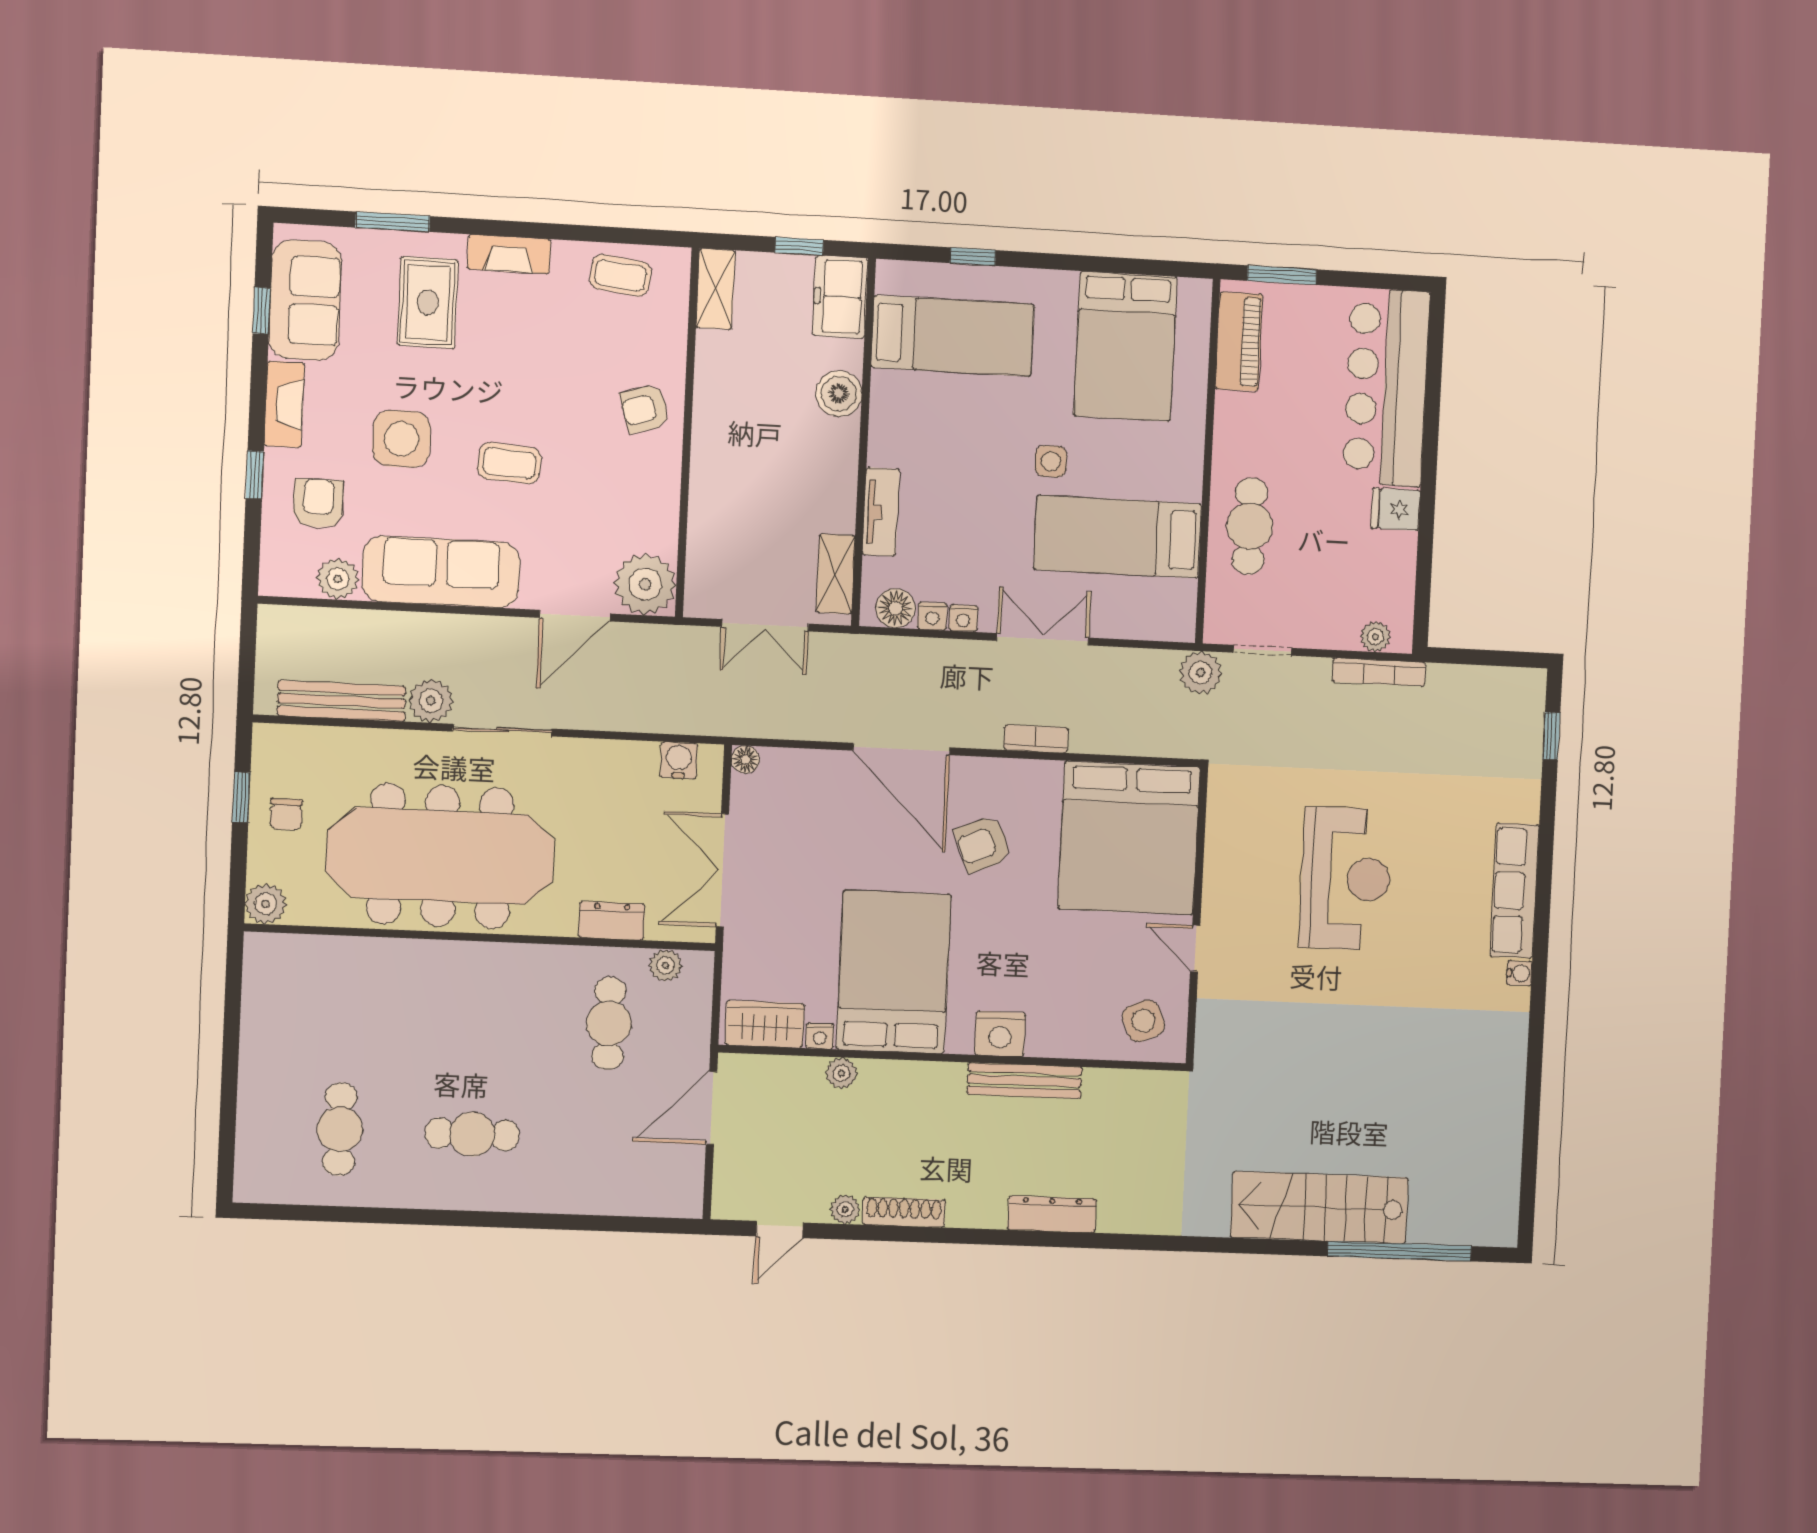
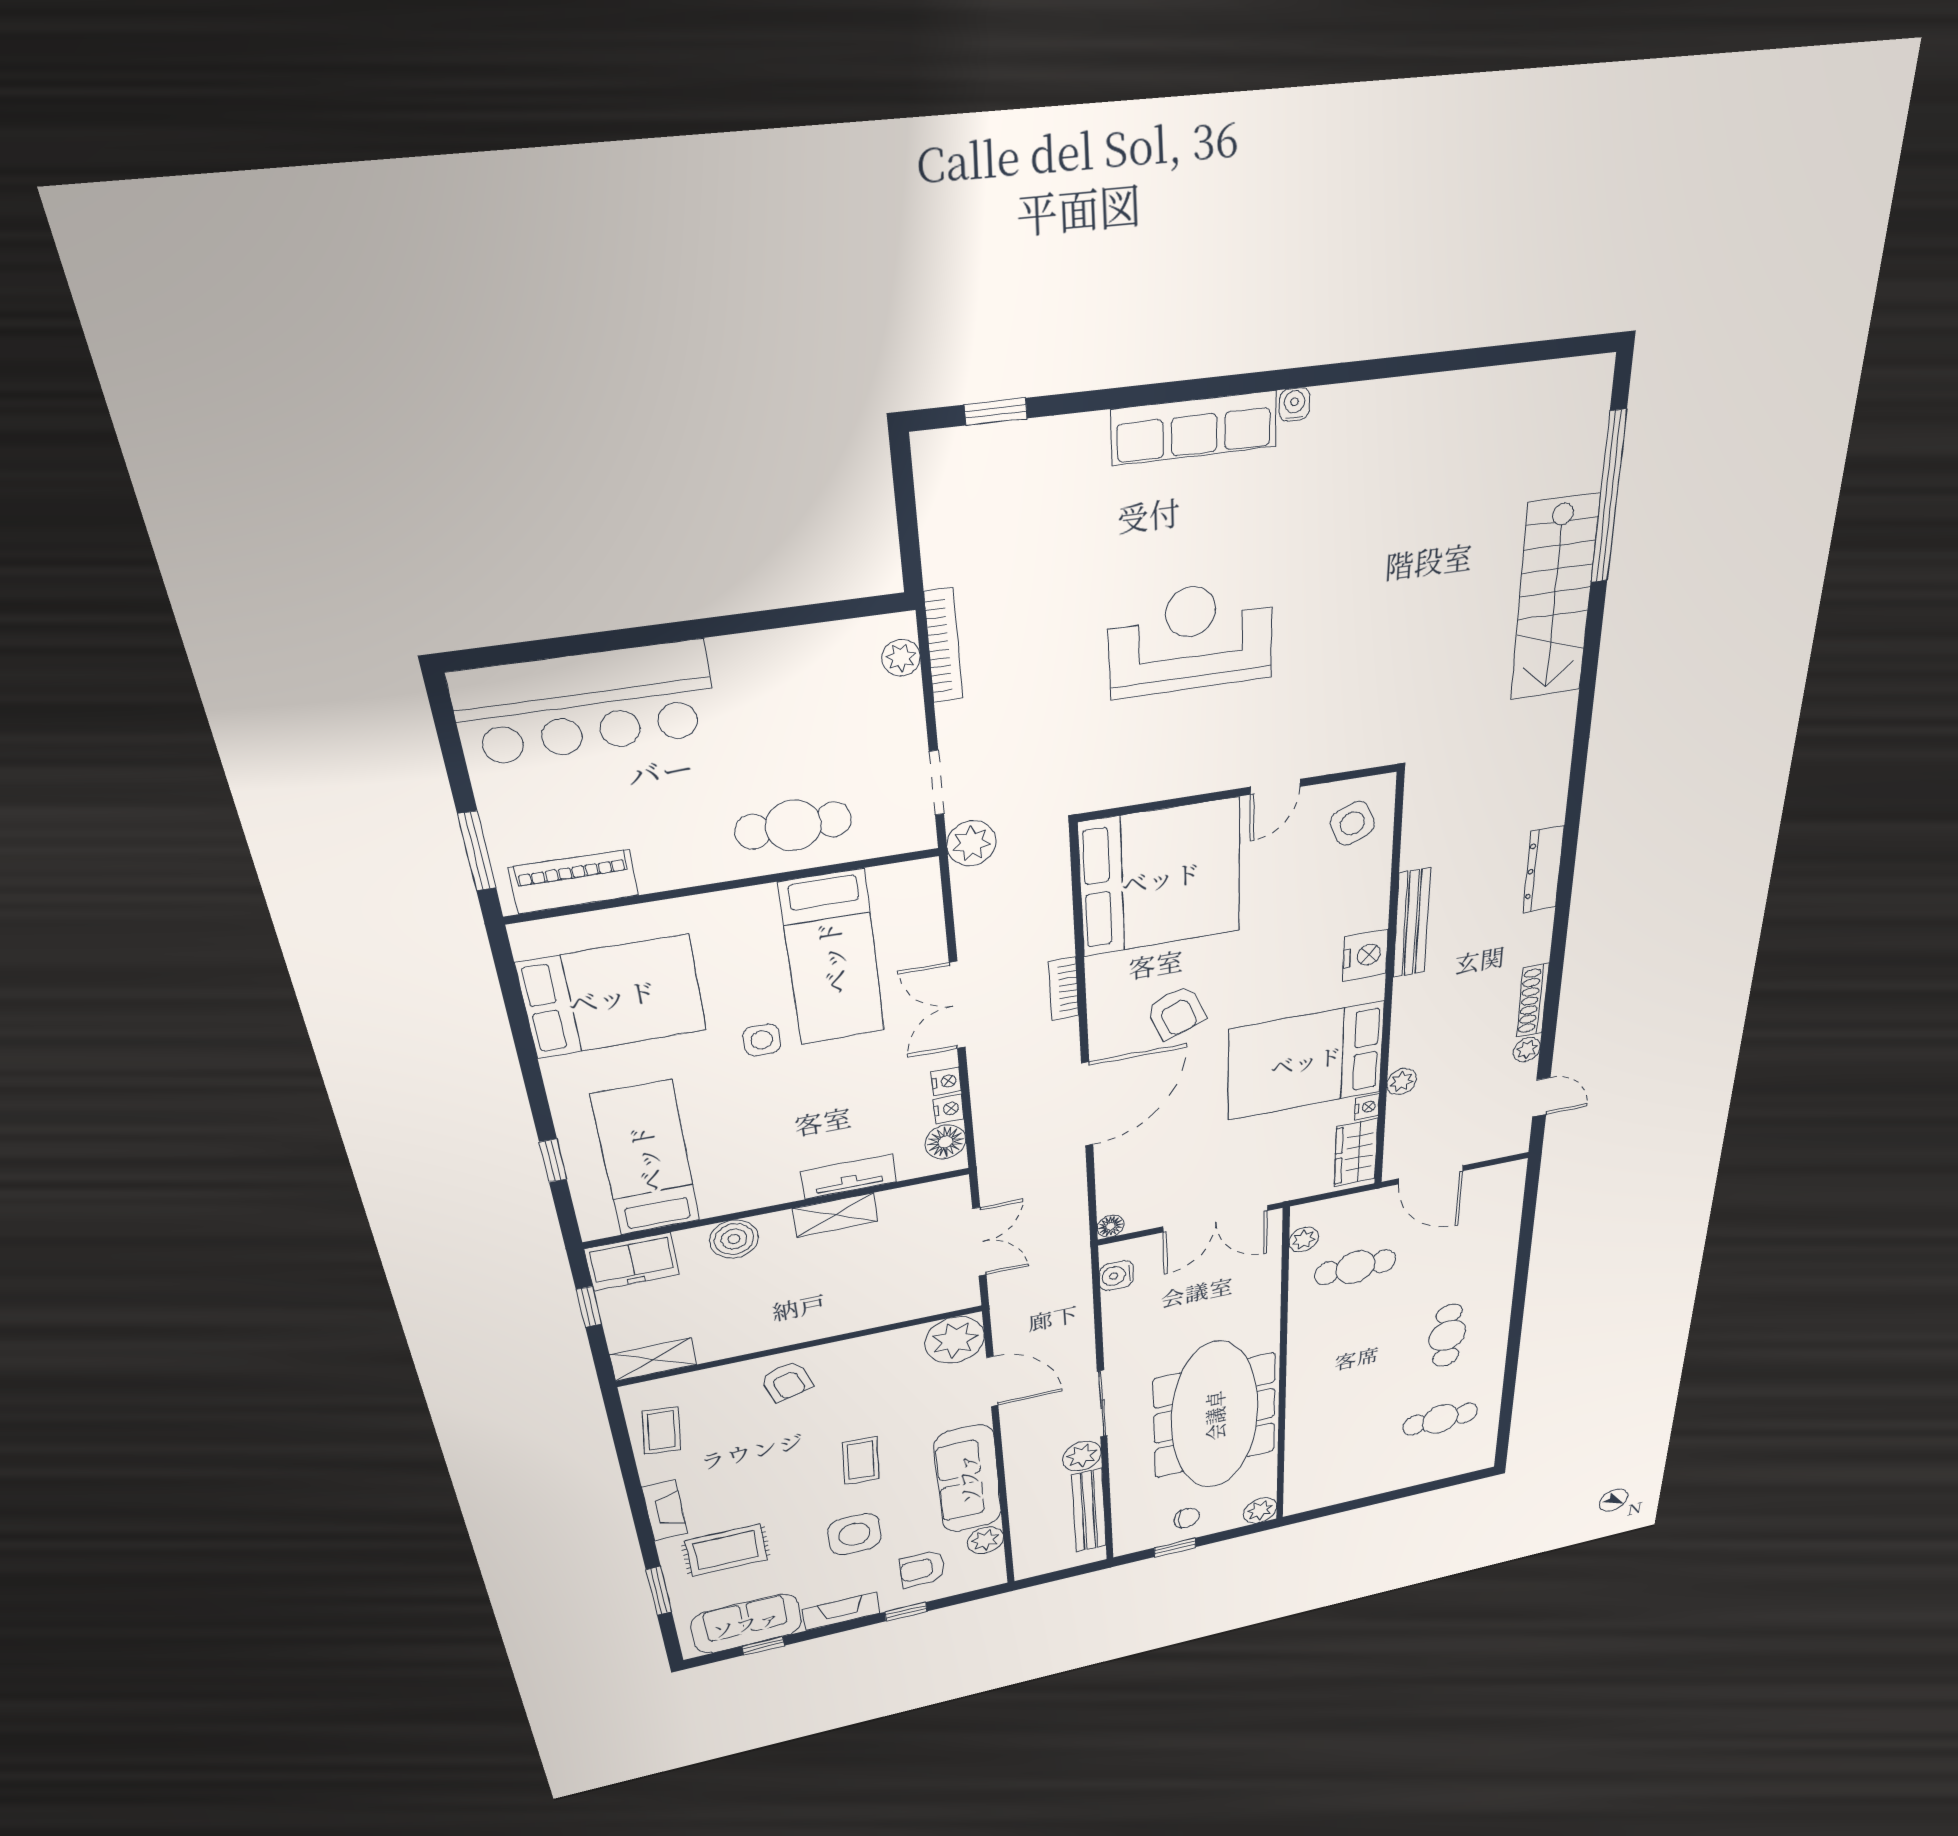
fridge: (1395, 509) -> (738, 663), removed
shelving: (836, 574) -> (835, 1215), moved
dresser: (612, 921) -> (1265, 1288), removed

